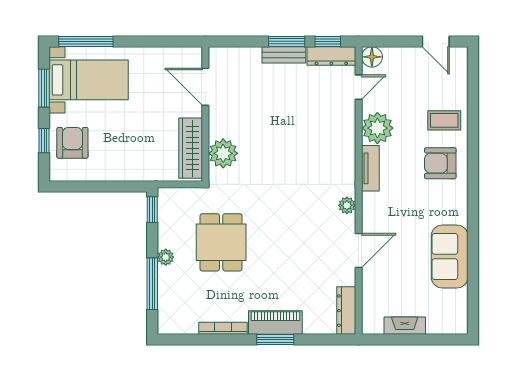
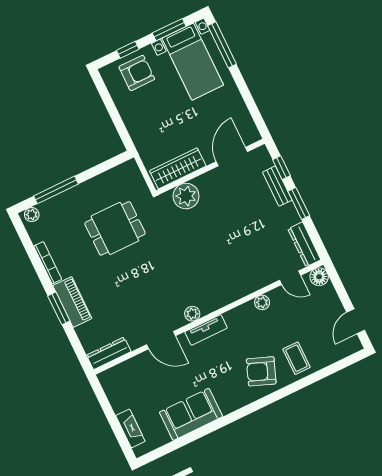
window: (328, 41) -> (281, 168), moved
bench: (284, 55) -> (277, 186), moved
plant: (377, 128) -> (262, 302), width x0.53, depth x0.53
armchair: (440, 163) -> (261, 371), turned -69
tv unit: (370, 168) -> (206, 330), moved
window: (152, 210) -> (114, 162), removed
plant: (166, 257) -> (32, 215), moved
fireplace: (405, 326) -> (130, 428), moved

